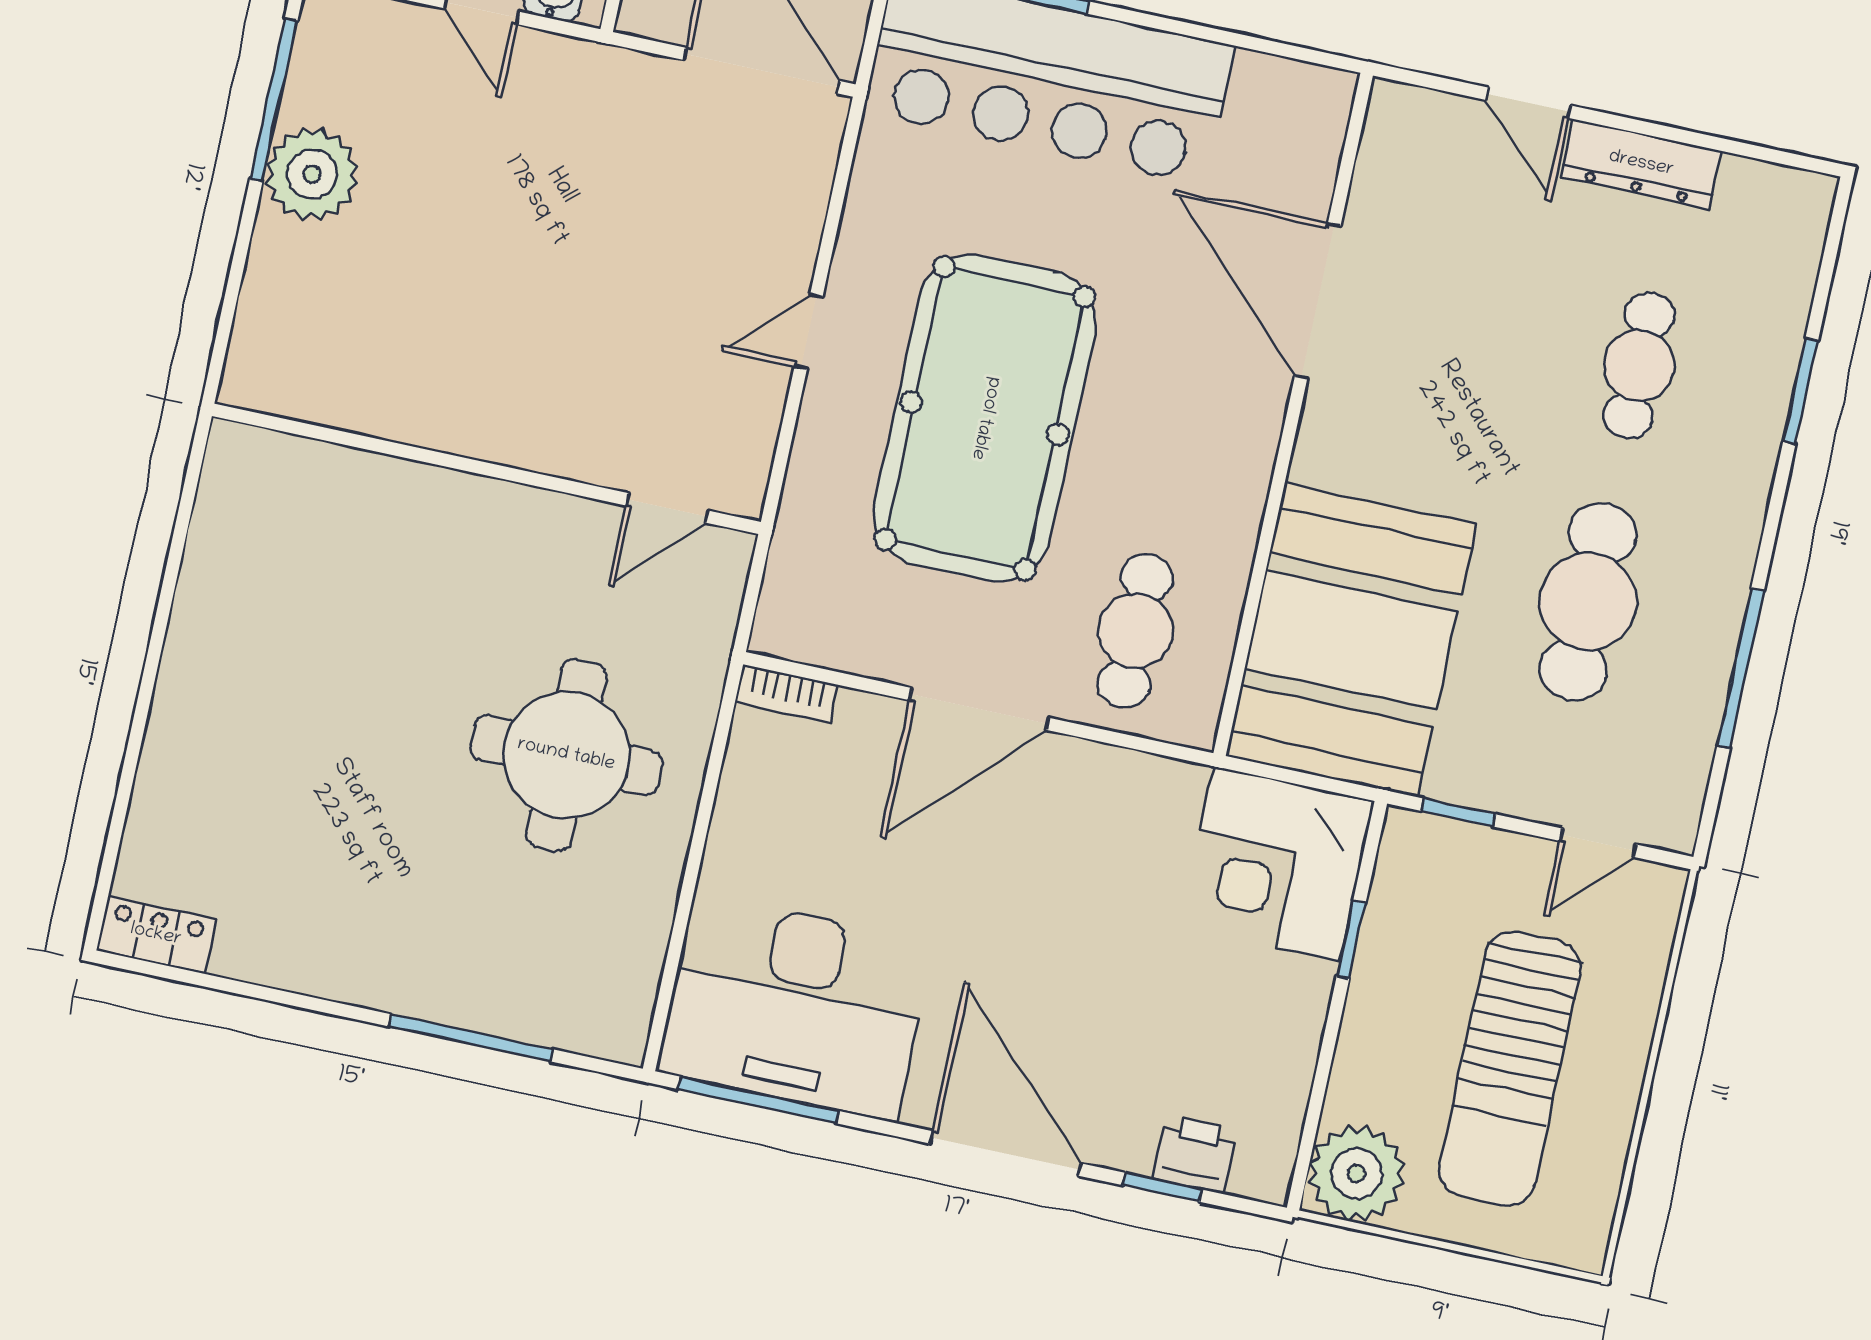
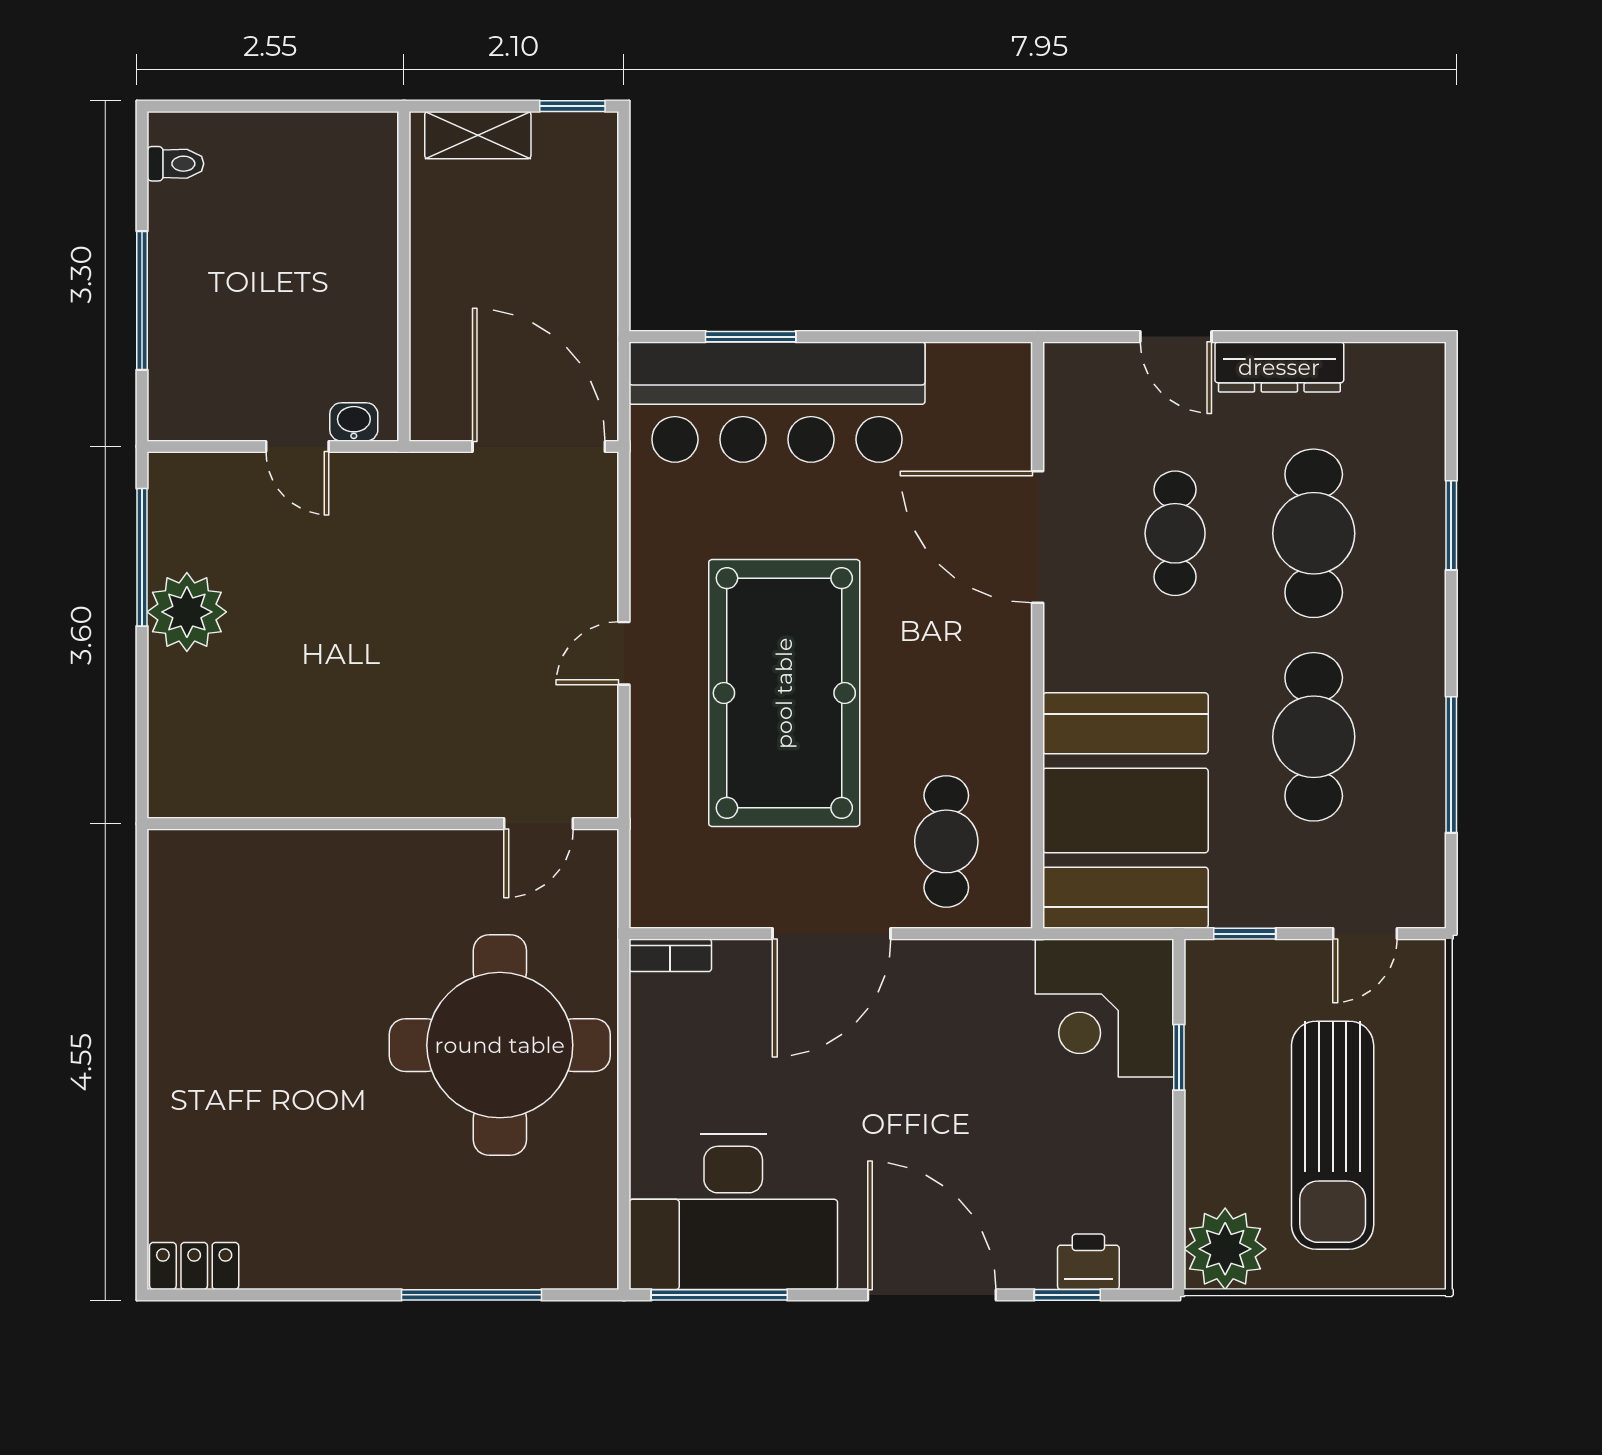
cafe table: (1478, 331) -> (1175, 533), added
cafe table: (1639, 366) -> (1314, 533), width x1.37, depth x1.35
round table: (566, 755) -> (500, 1045), width x1.36, depth x1.36

